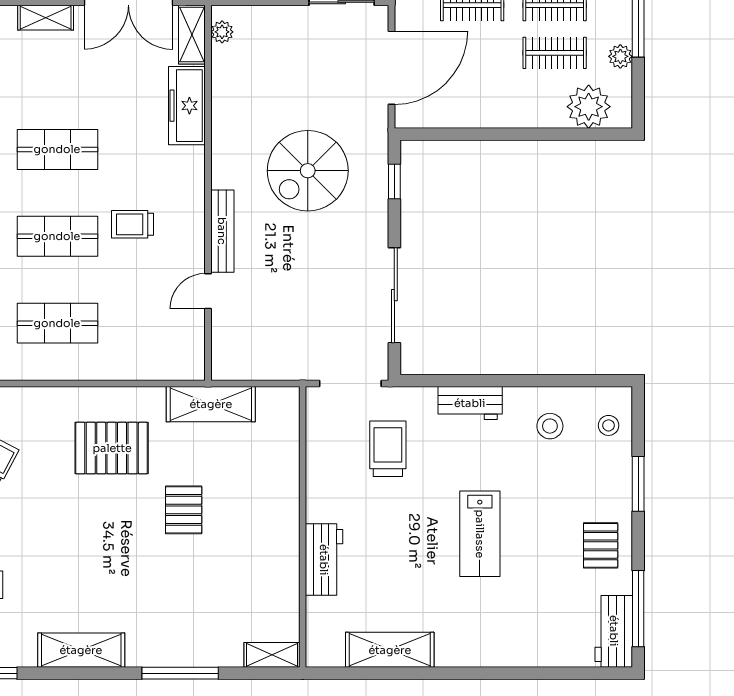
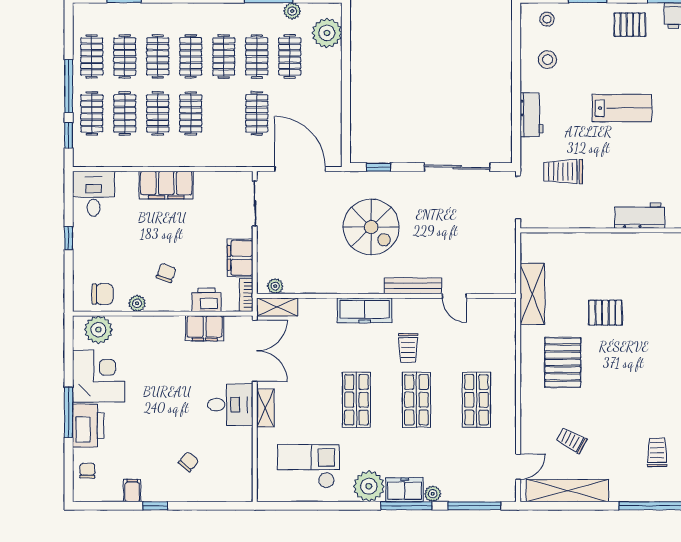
freezer: (187, 106) -> (365, 310), moved

